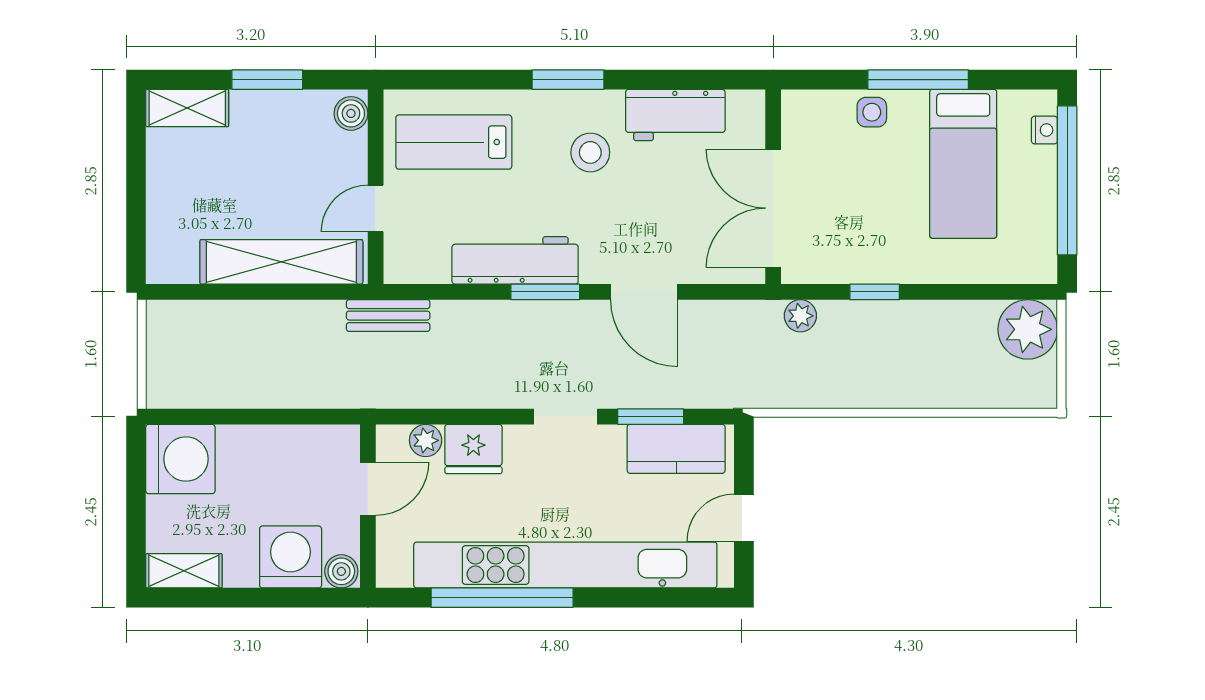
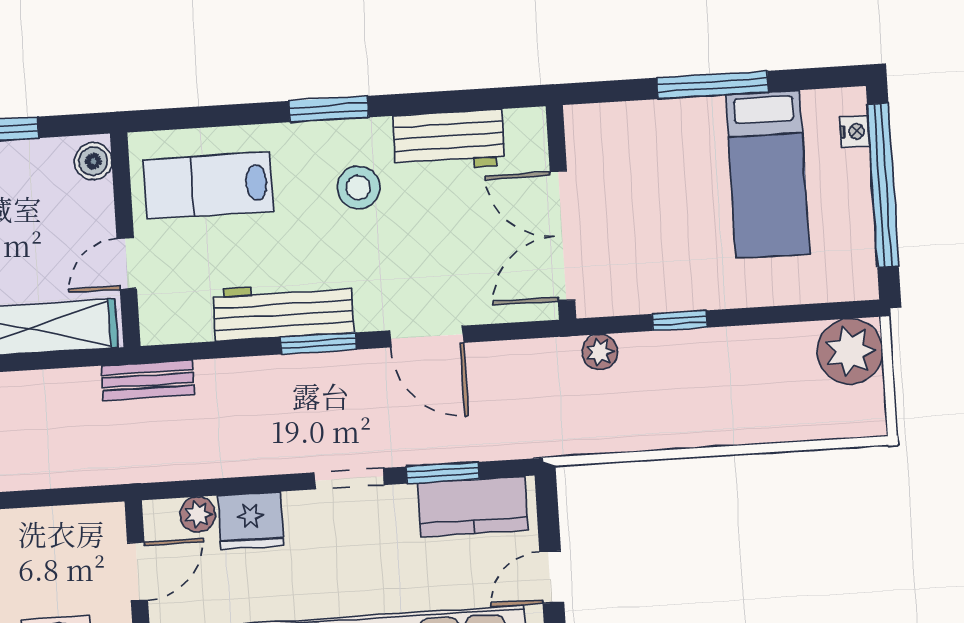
side table: (872, 112) -> (664, 124), removed

